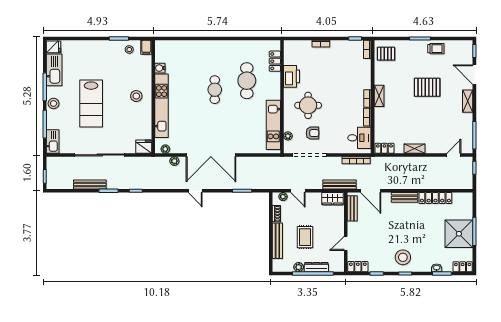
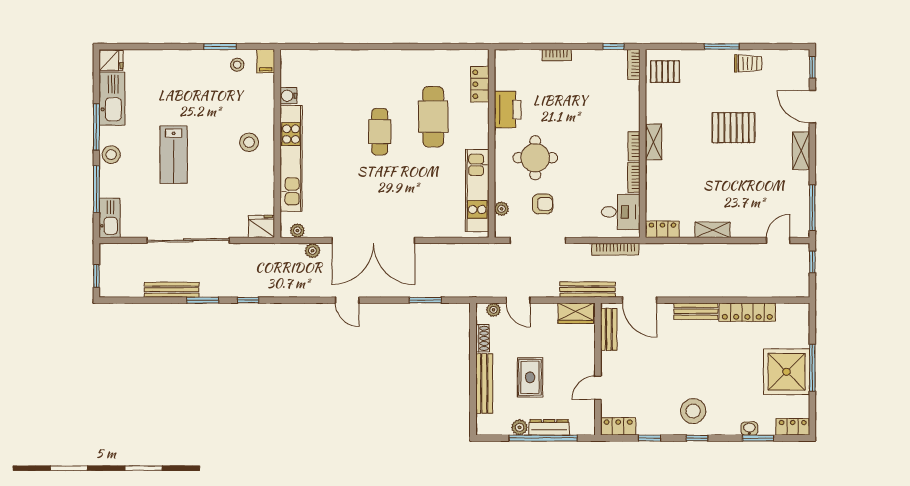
lab bench: (91, 103) -> (174, 155), width x0.73, depth x0.72

